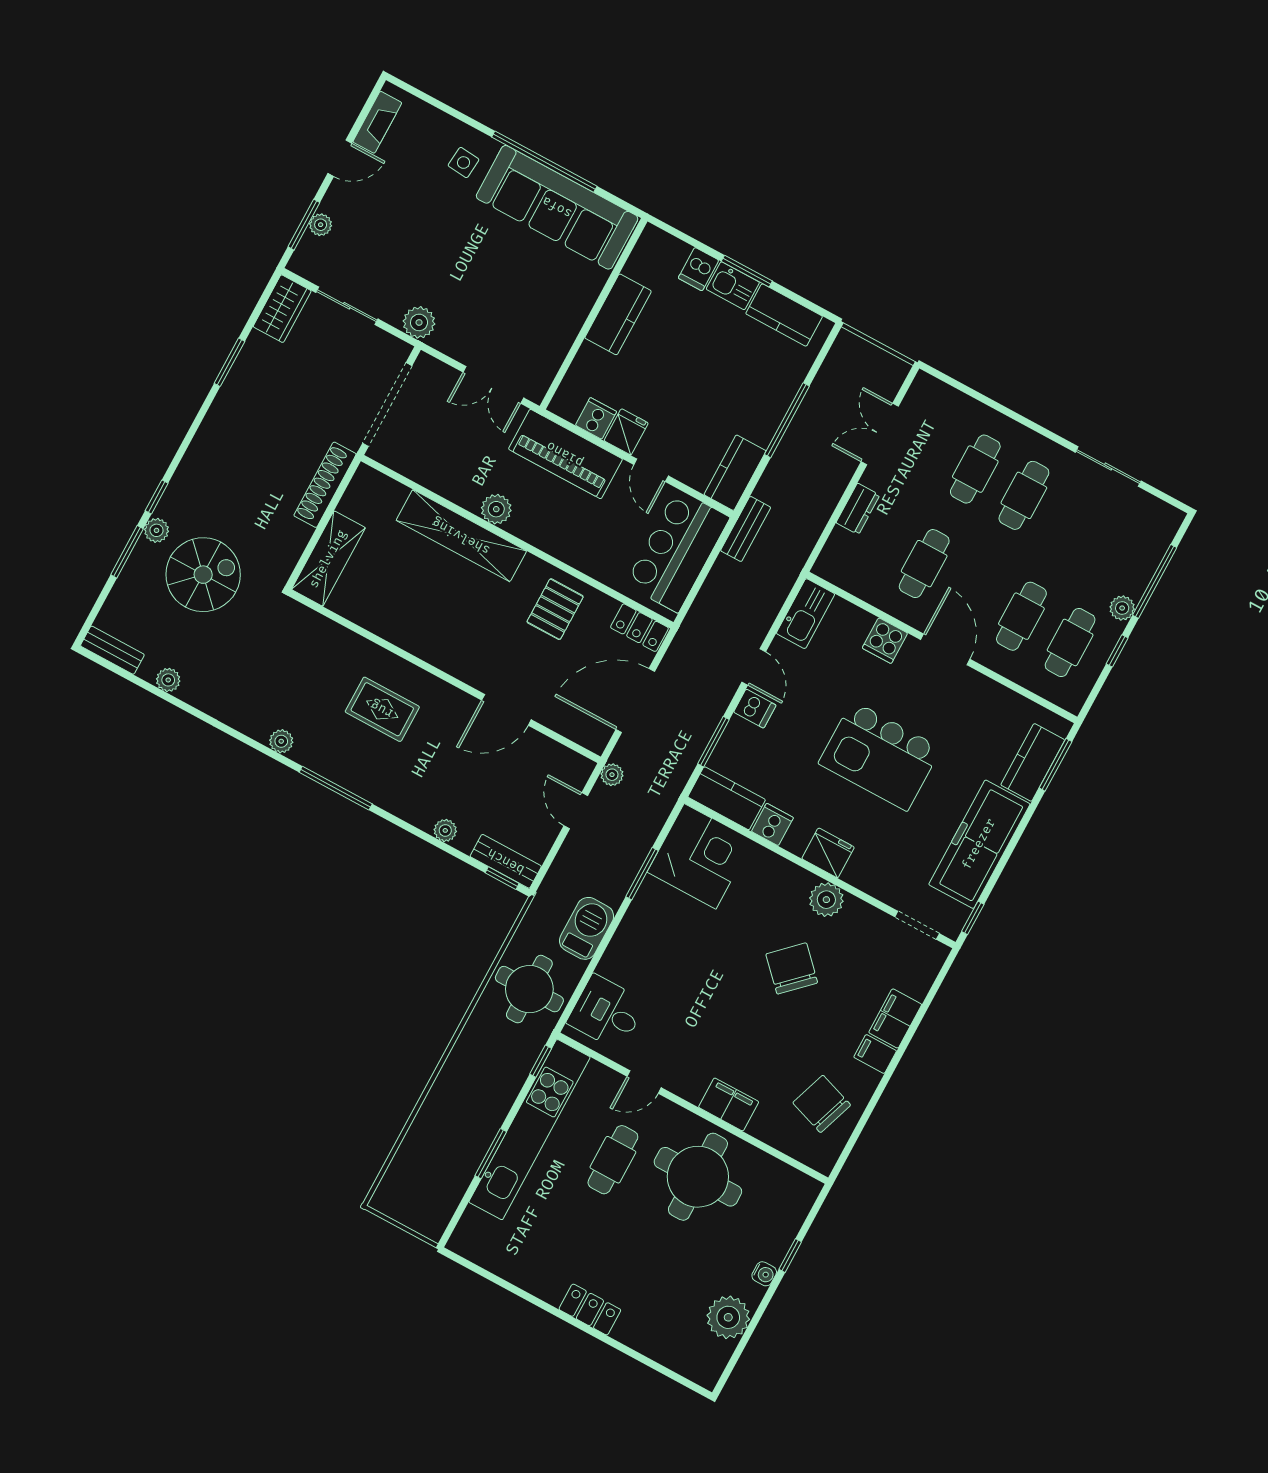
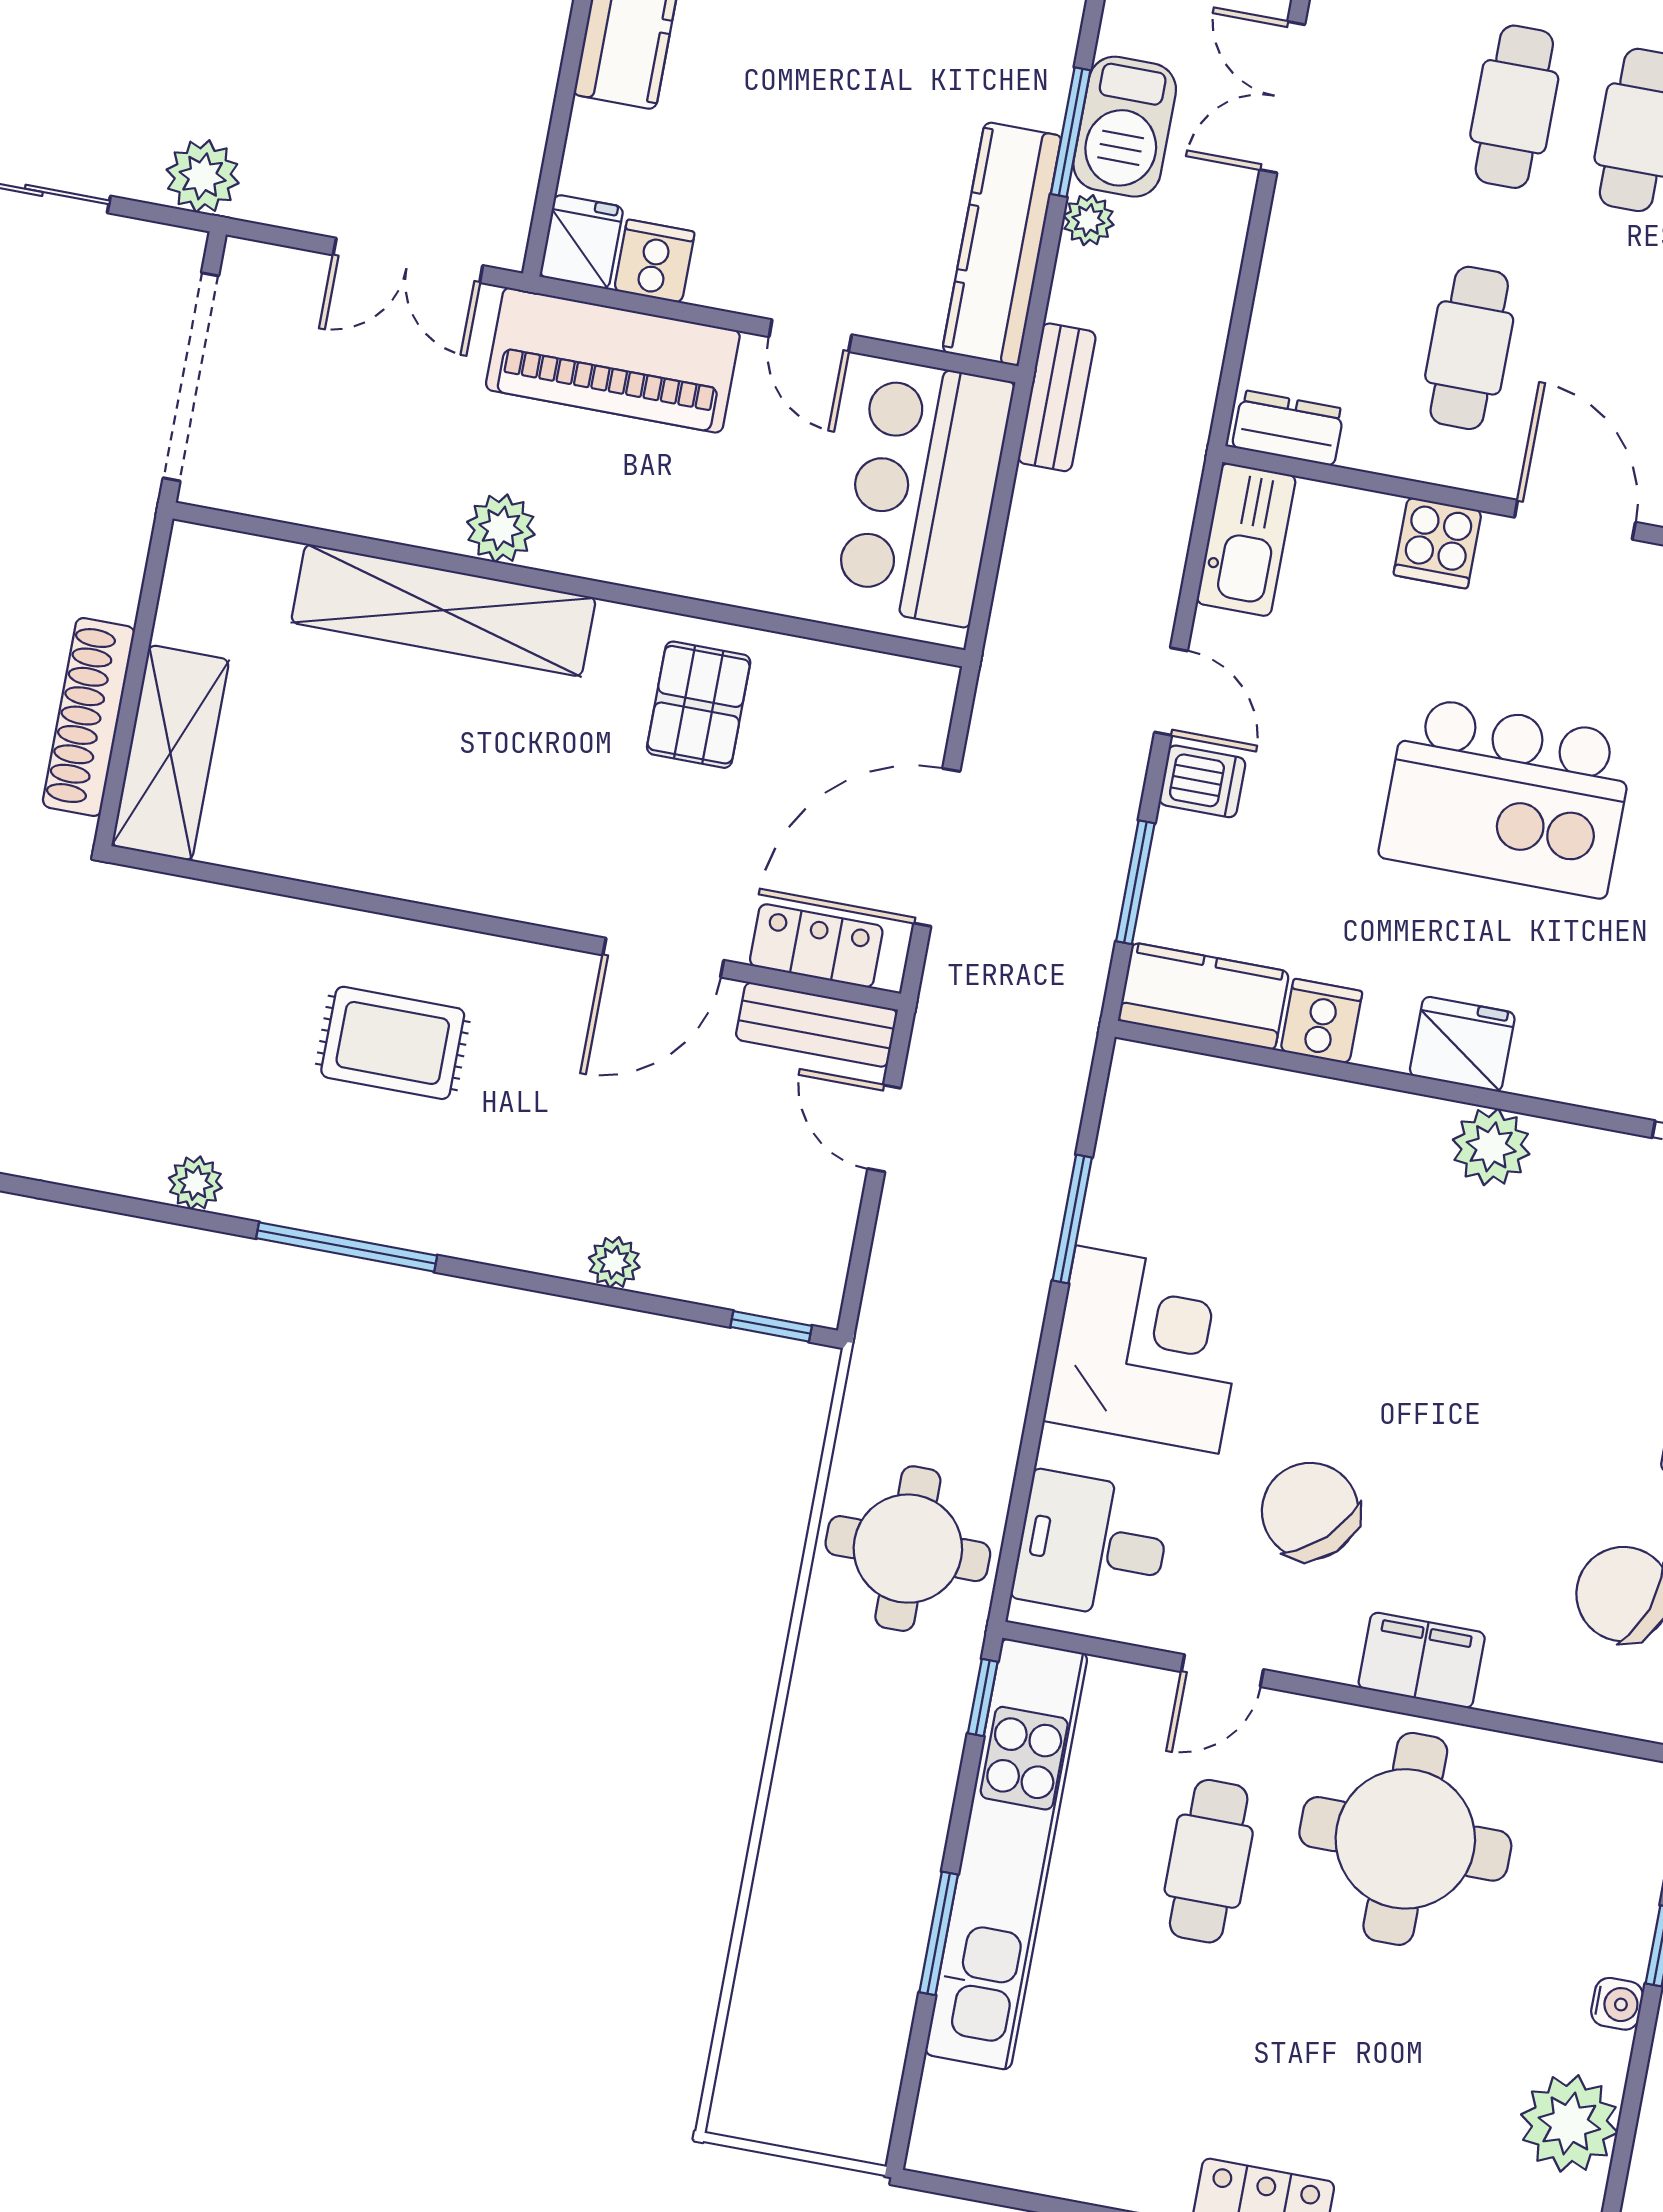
window: (787, 420) -> (1071, 132), width x0.69
fridge: (626, 432) -> (581, 242), moved
kitchen counter: (735, 473) -> (1002, 244), width x1.50
shoe rack: (325, 485) -> (89, 717), moved
dresser: (858, 509) -> (1288, 428), moved, turned -90
locker: (639, 628) -> (816, 946), moved, turned 180
plant: (612, 775) -> (1088, 220), moved
corner desk: (700, 856) -> (1147, 1349), moved
bench: (506, 861) -> (817, 1025), moved
barbecue: (587, 928) -> (1125, 127), moved, turned 180
chair: (792, 968) -> (1310, 1511), moved

